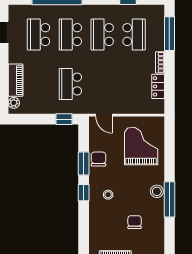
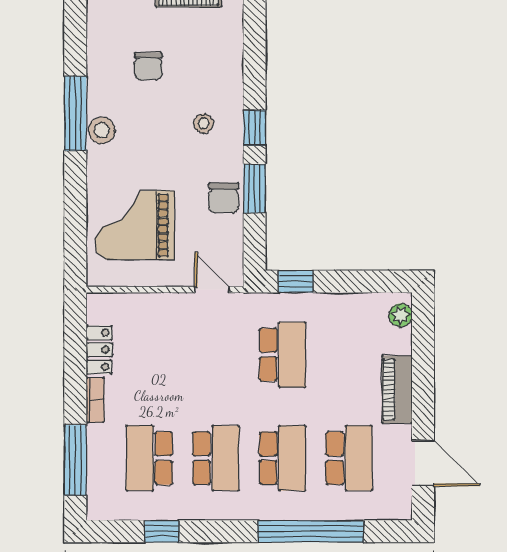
piano: (16, 80) -> (397, 389), moved
grand piano: (141, 146) -> (135, 225), turned 90

